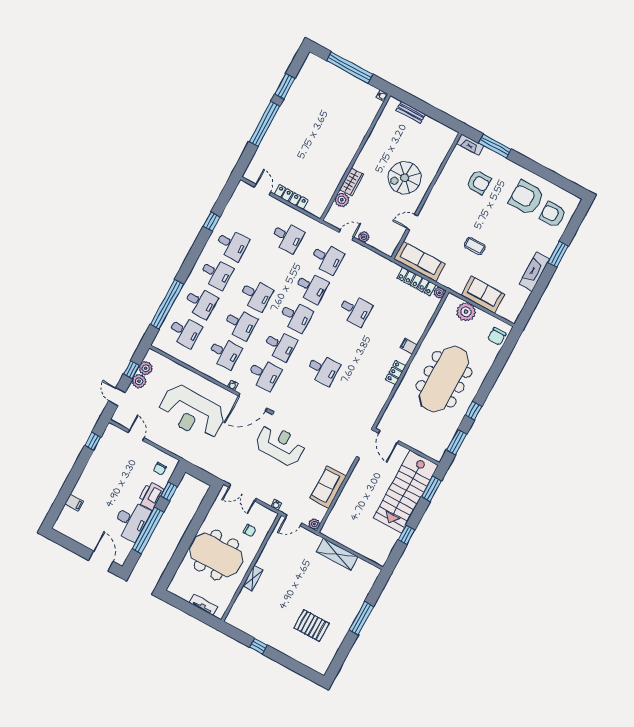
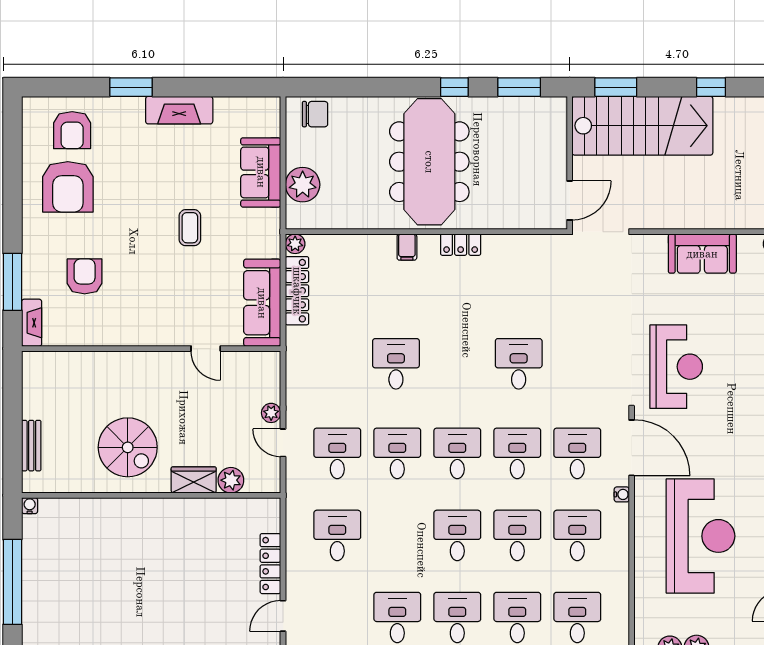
spiral stairs: (405, 178) -> (128, 447), moved
meeting table: (444, 379) -> (429, 162), turned 90
reception desk: (280, 445) -> (676, 367), turned 180

